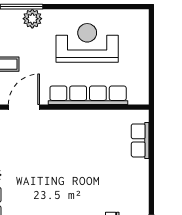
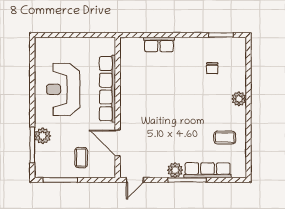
row of seats: (140, 140) -> (159, 44), moved

